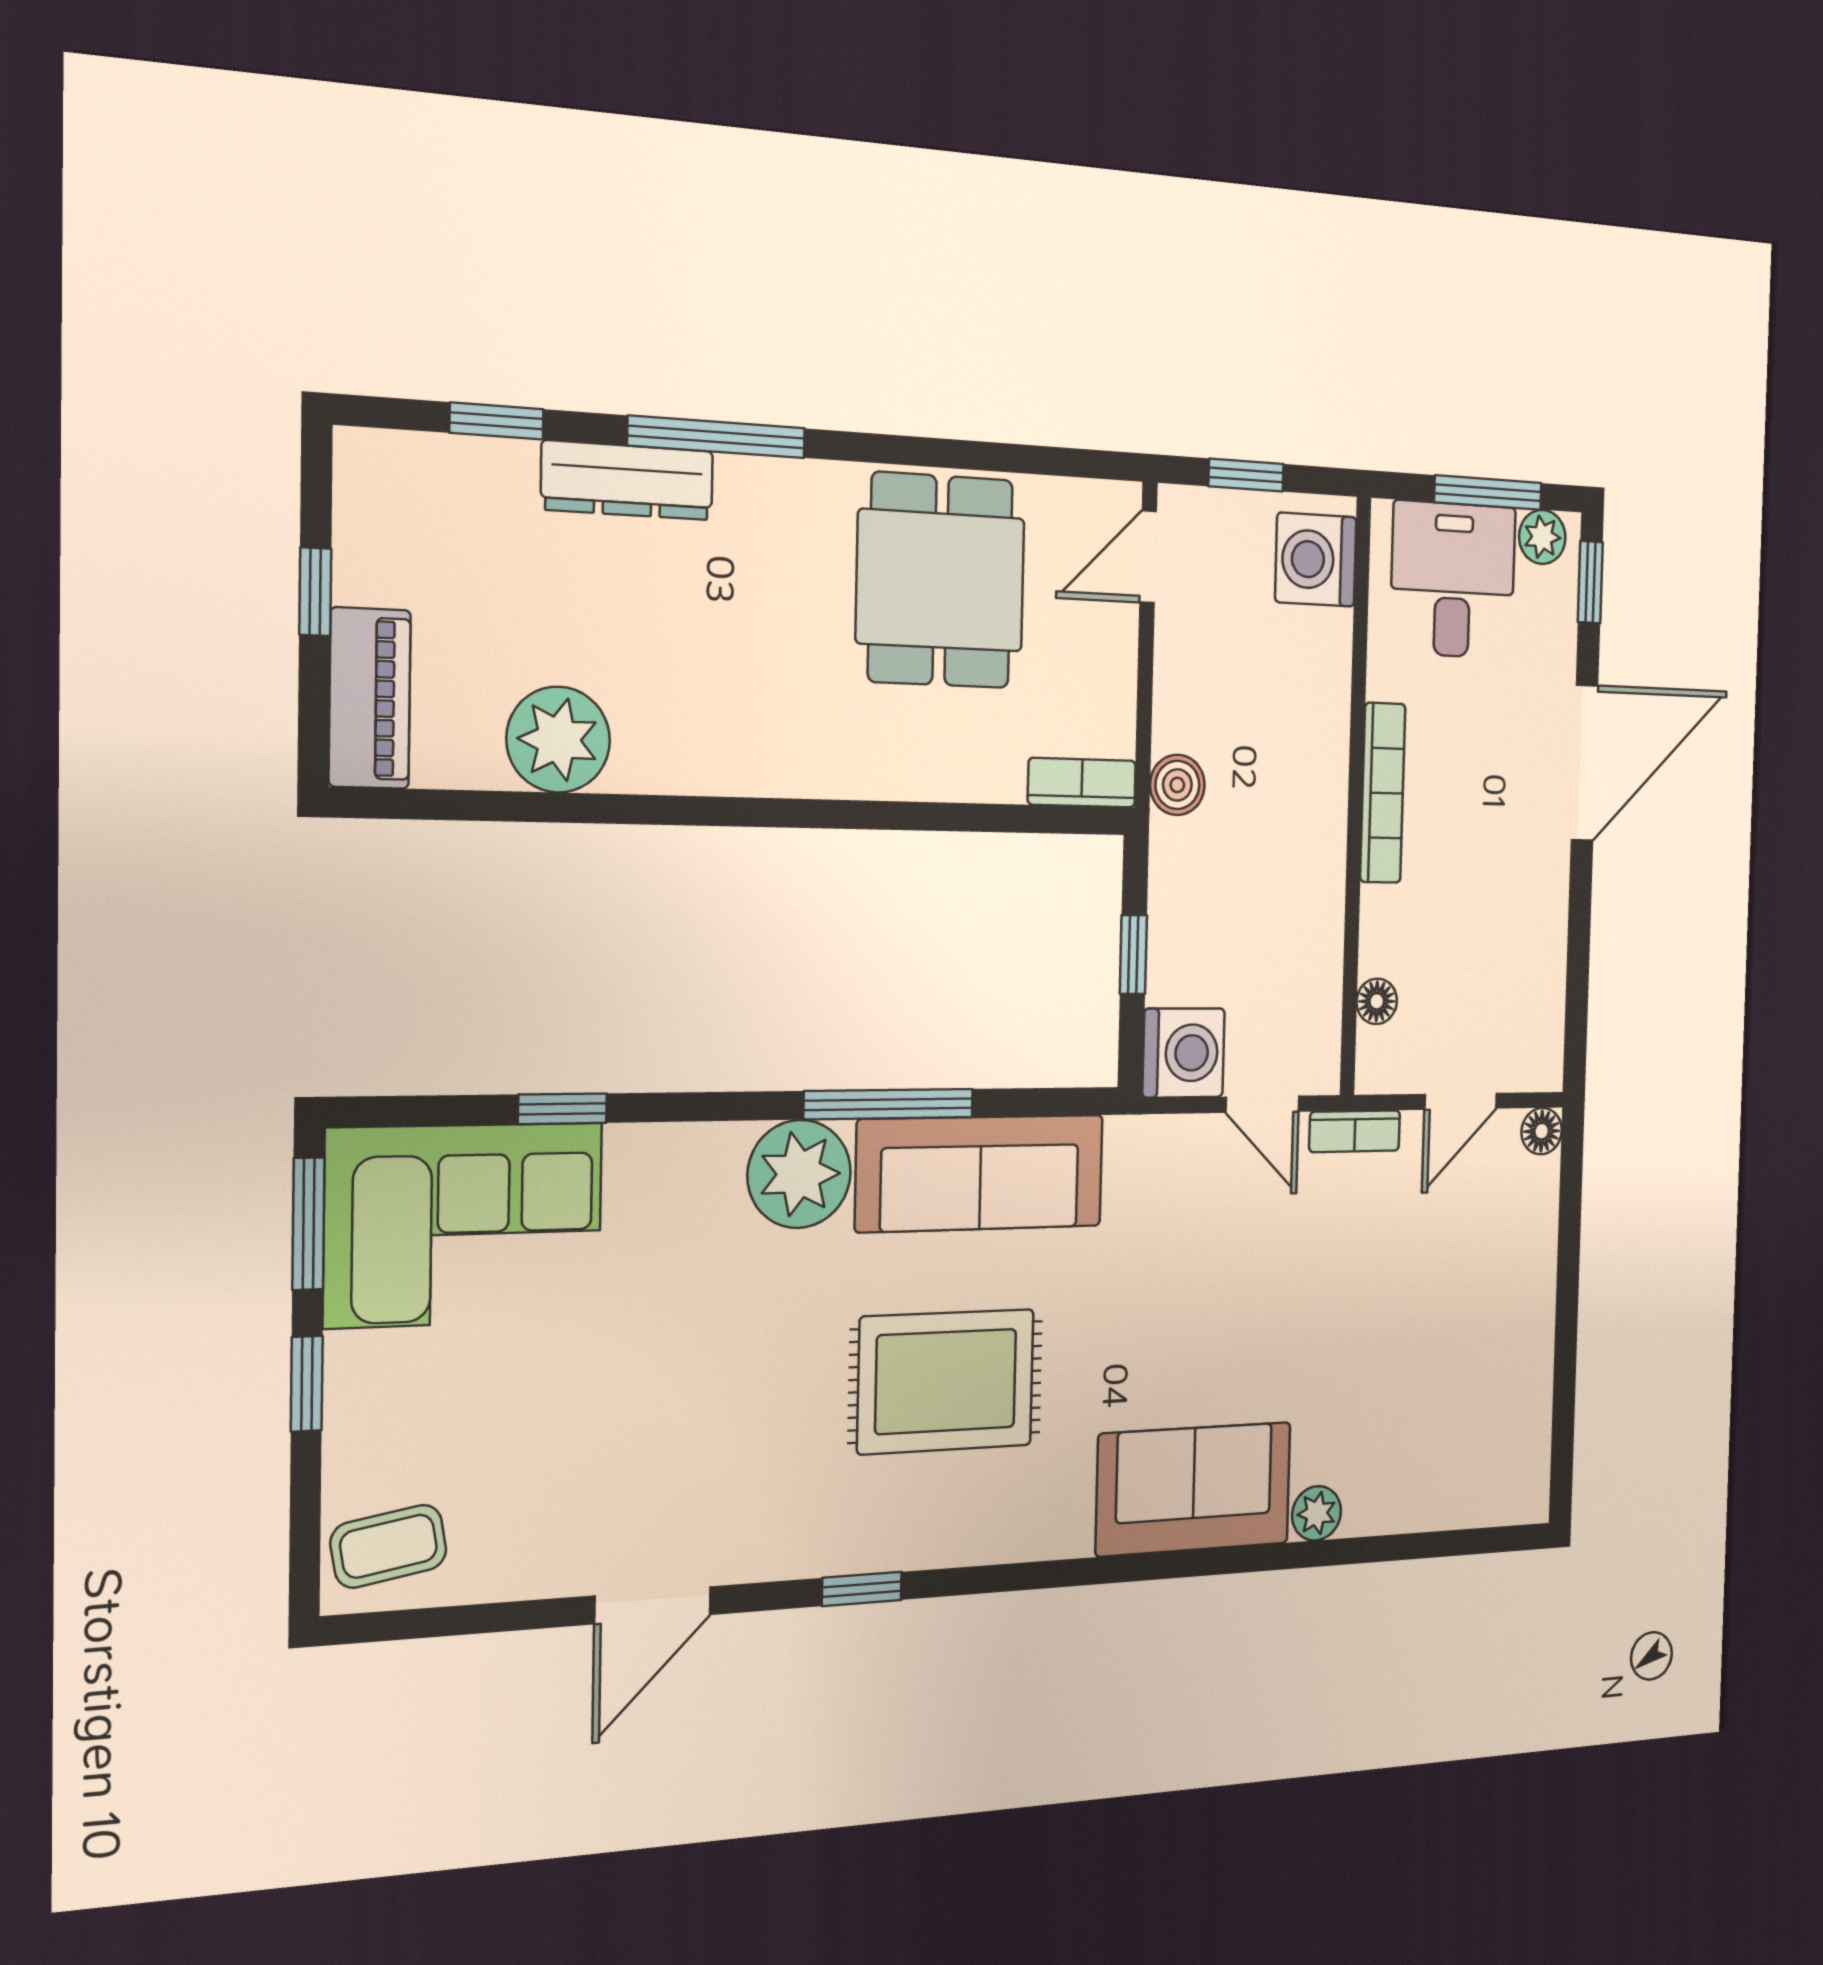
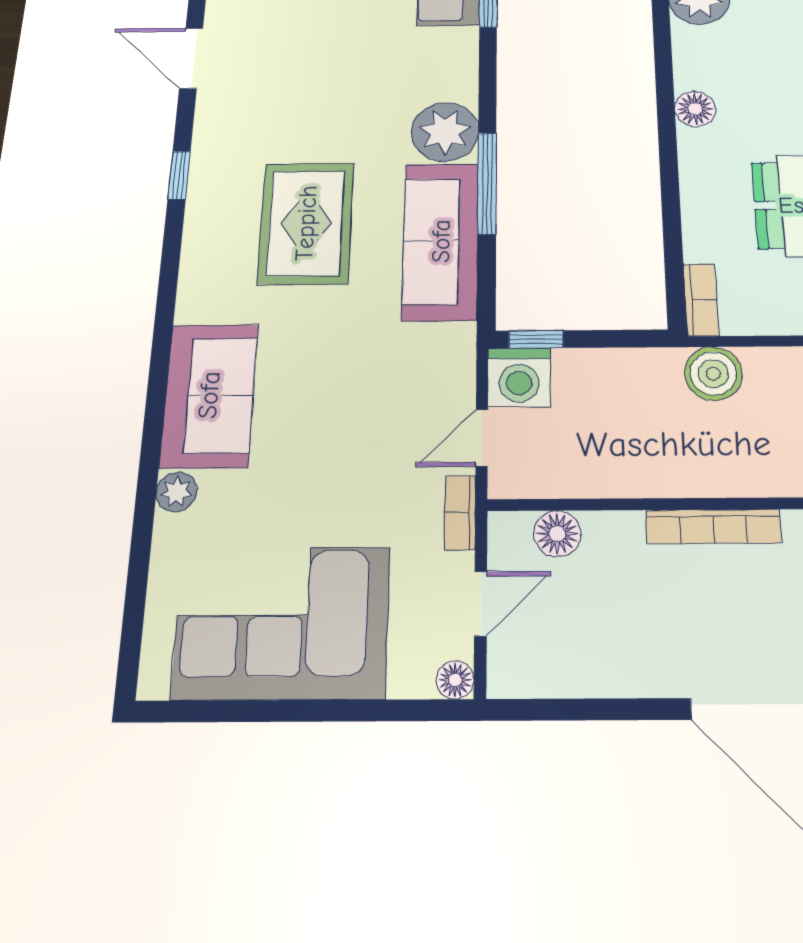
floor lamp: (770, 764) -> (695, 109), added
boiler: (1177, 785) -> (713, 374), width x1.36, depth x1.36
window: (1133, 955) -> (536, 339), moved
floor lamp: (1377, 1001) -> (557, 534), width x1.37, depth x1.37
door: (1461, 1101) -> (481, 604), swing flipped
corner sofa: (1473, 1353) -> (282, 622), added

